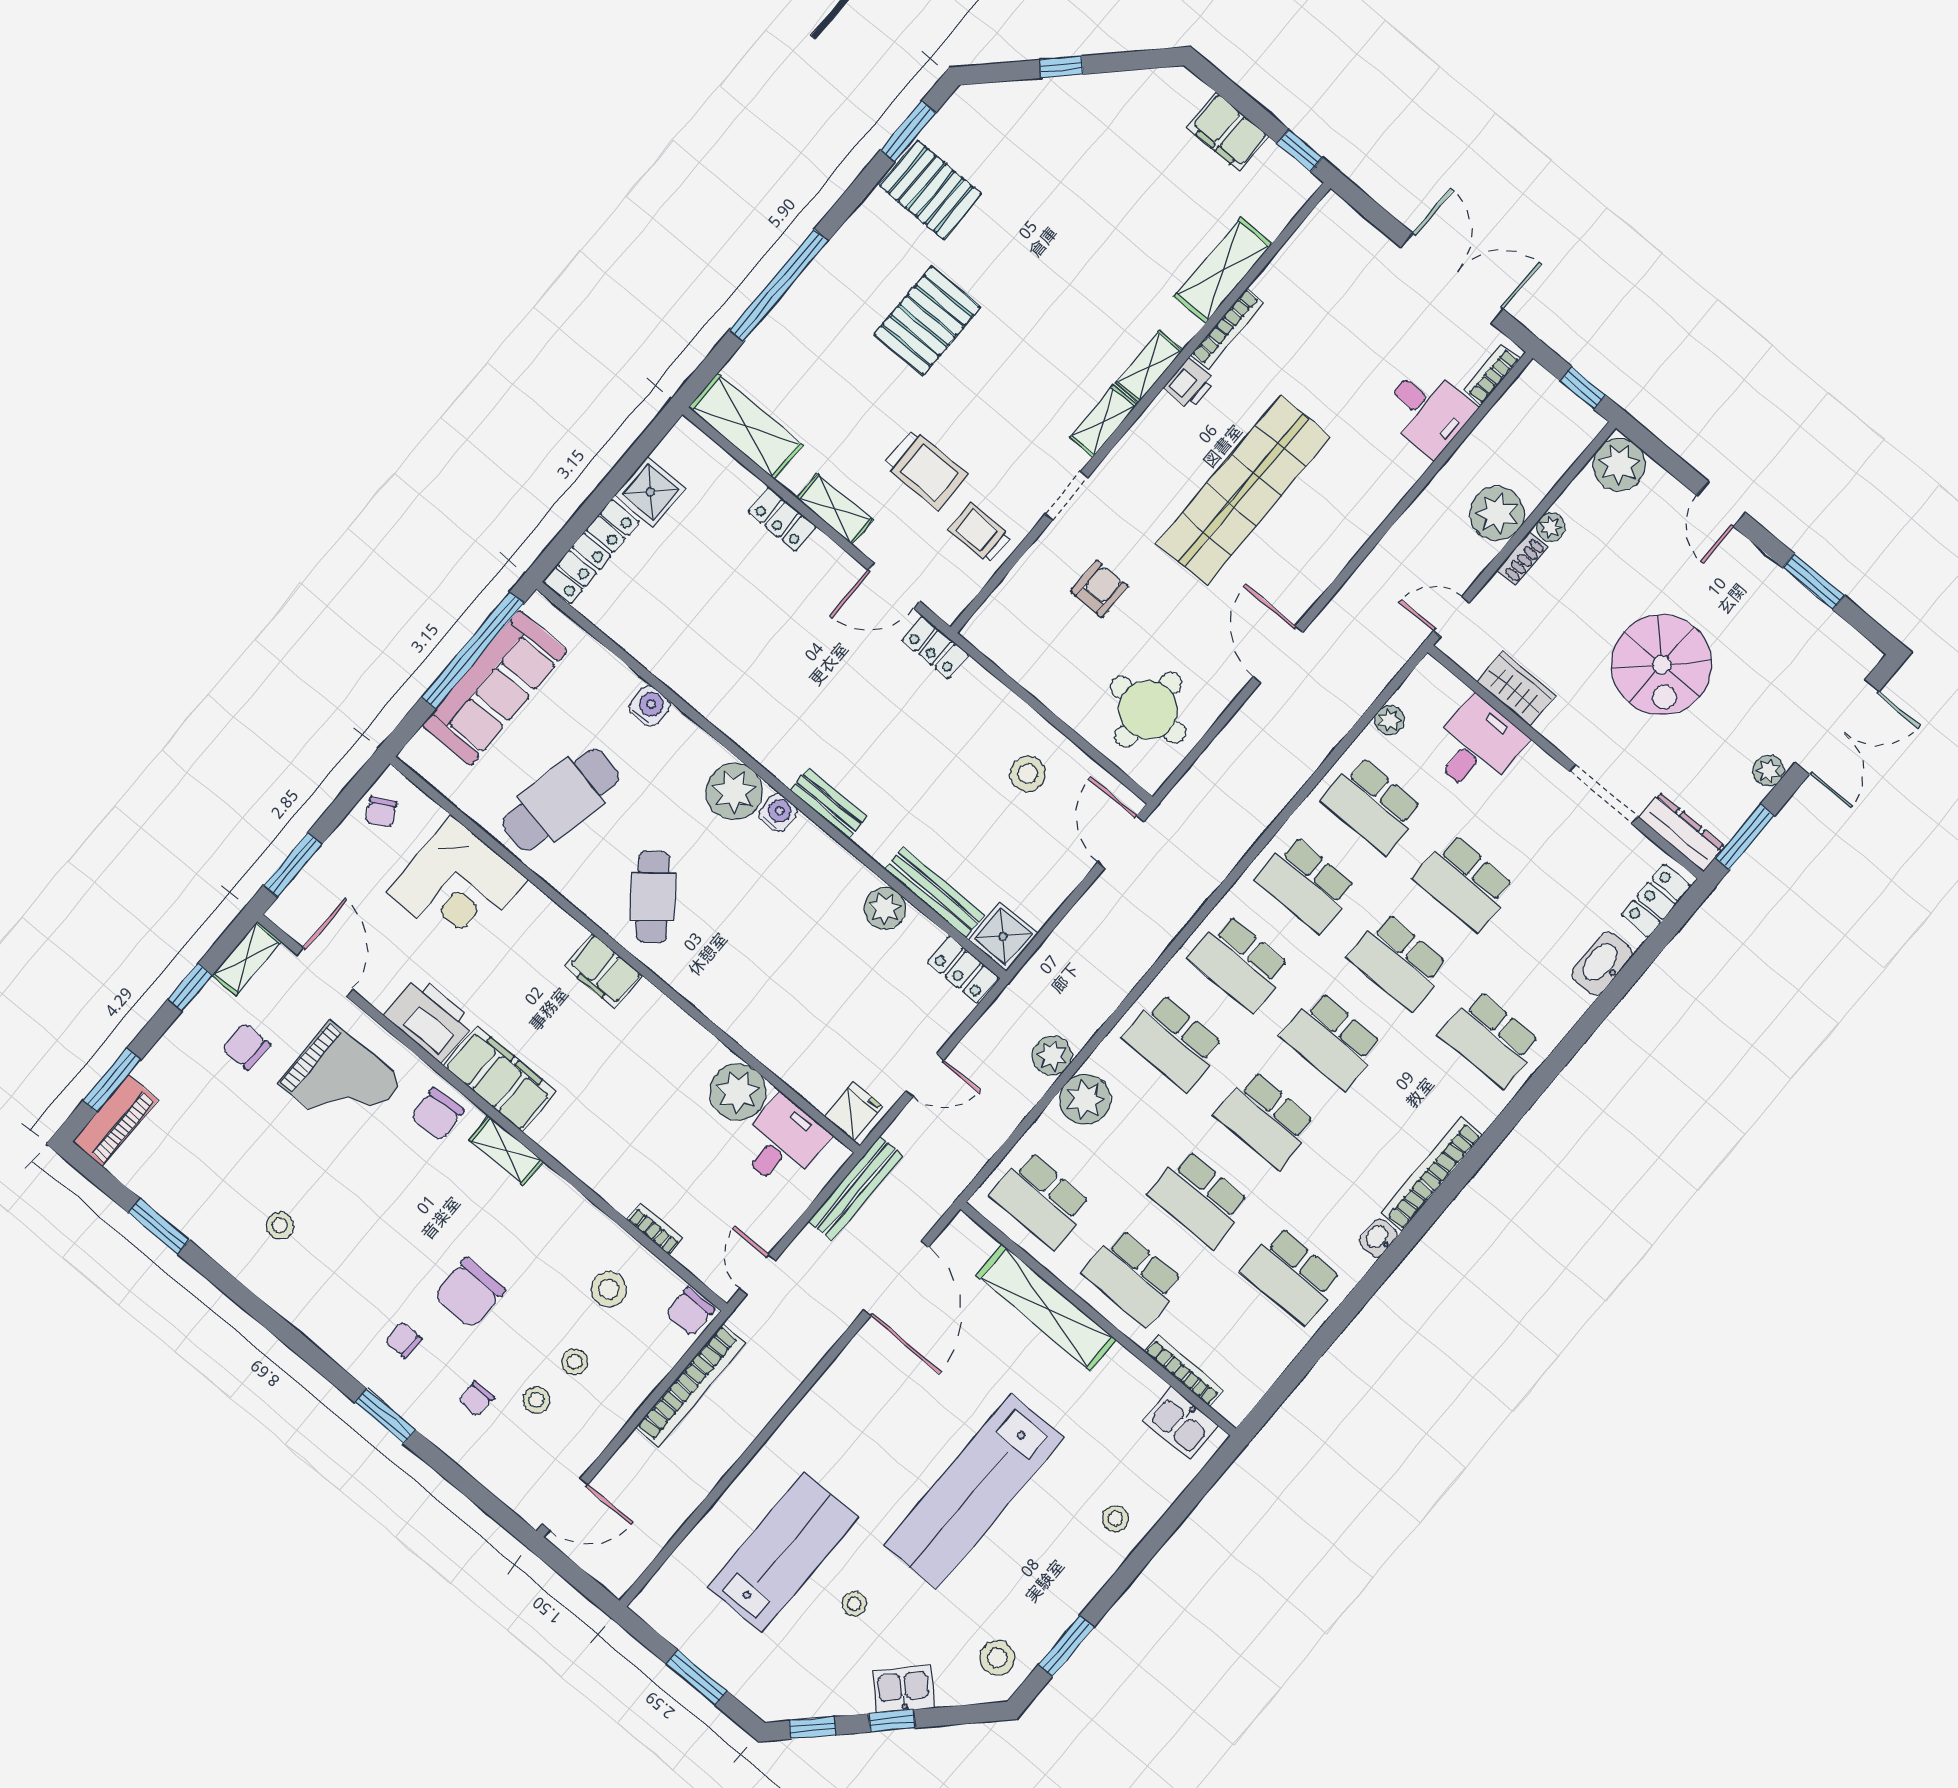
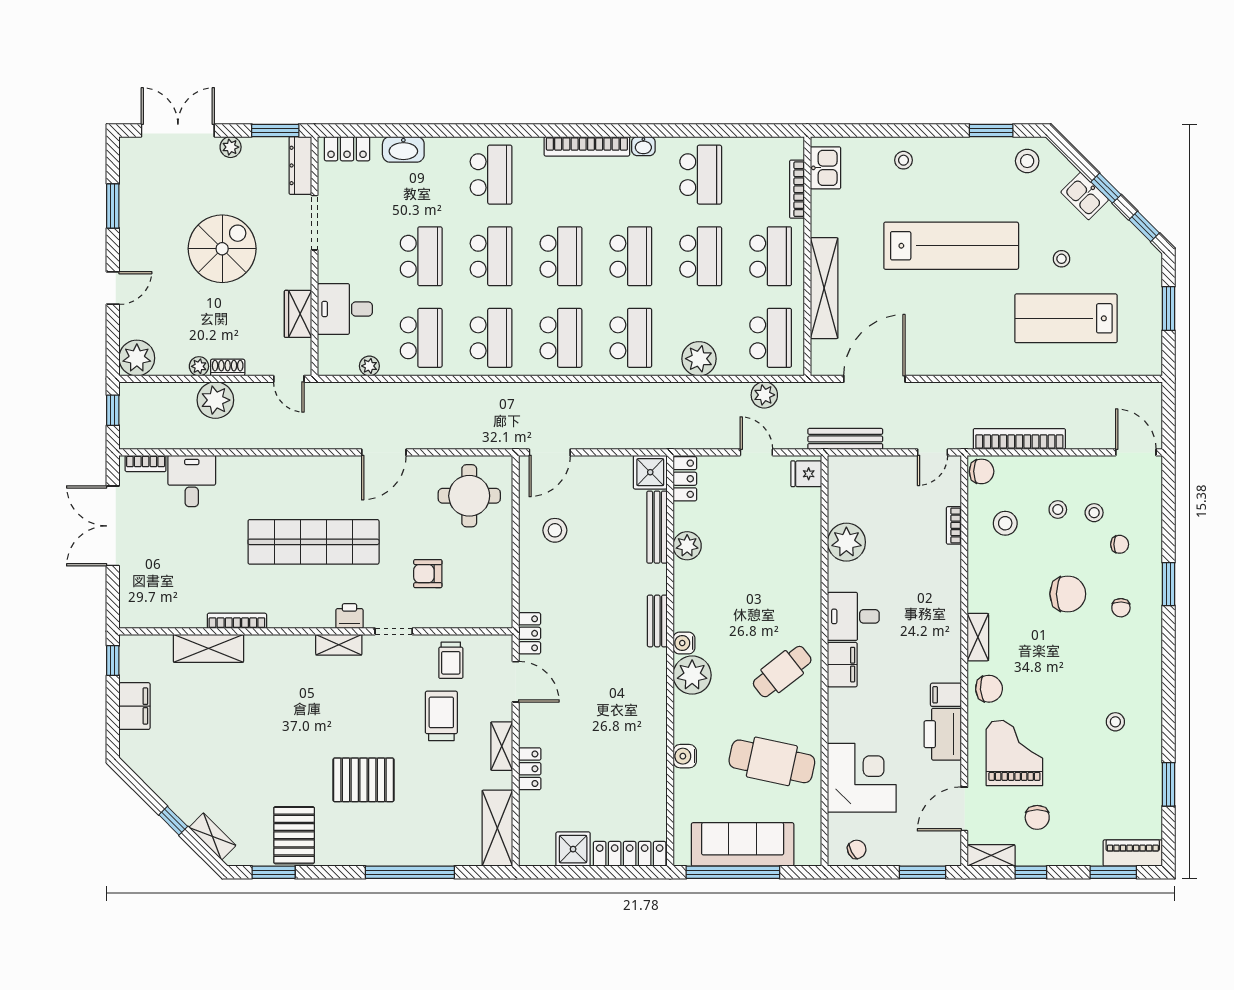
shelving: (1149, 367) -> (212, 836), moved, turned 45
printer: (1190, 384) -> (349, 616), moved
plant: (1052, 1056) -> (764, 395), moved
filing cabinet: (500, 1079) -> (946, 695), width x0.33, depth x0.86
desk: (782, 1142) -> (853, 616), moved

